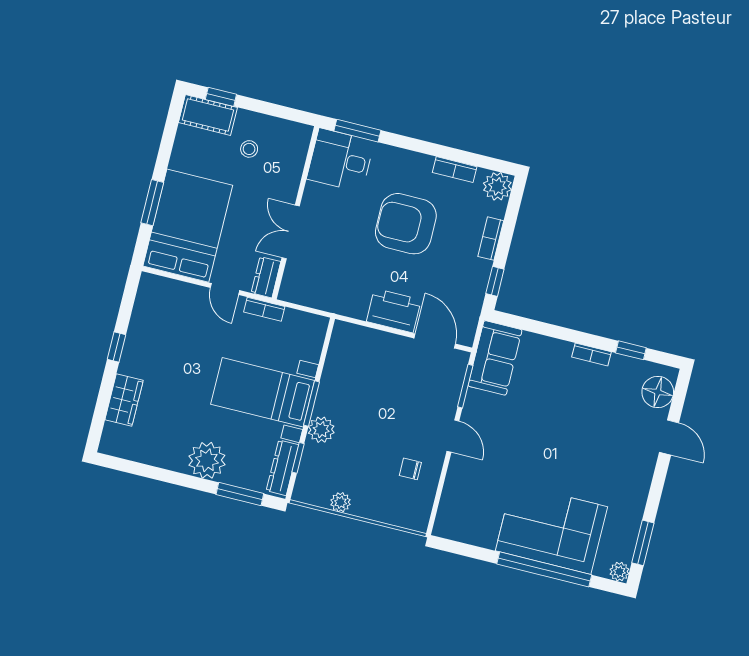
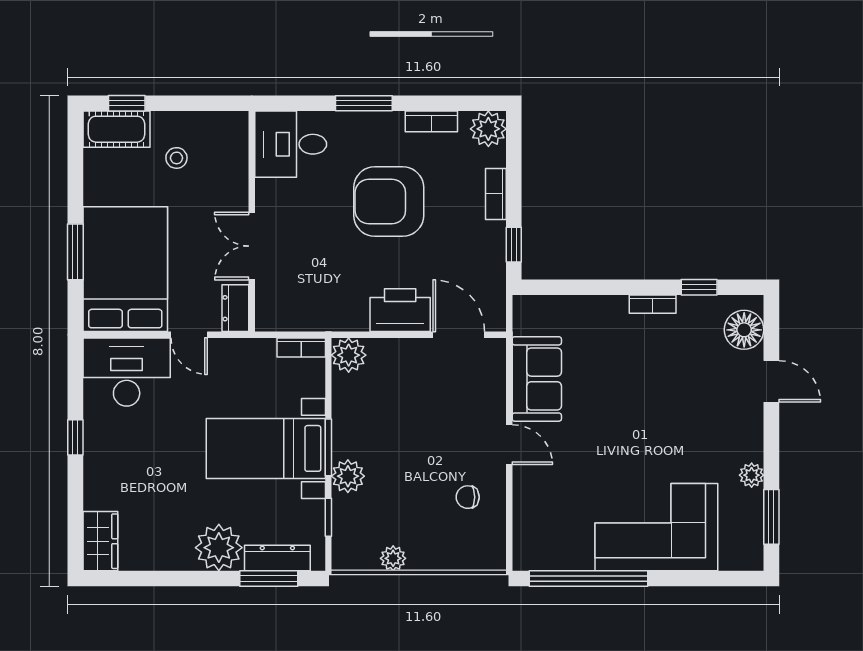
window: (357, 131) -> (364, 103), moved
desk: (169, 306) -> (127, 372), added
bookcase: (264, 309) -> (301, 347), moved
plant: (345, 336) -> (349, 355), added
sofa: (495, 358) -> (537, 379), moved
window: (465, 386) -> (509, 380), removed
wardrobe: (124, 400) -> (100, 541), moved
dresser: (282, 468) -> (277, 558), moved, turned 90
window: (544, 569) -> (589, 579), moved
plant: (619, 572) -> (752, 475), moved

